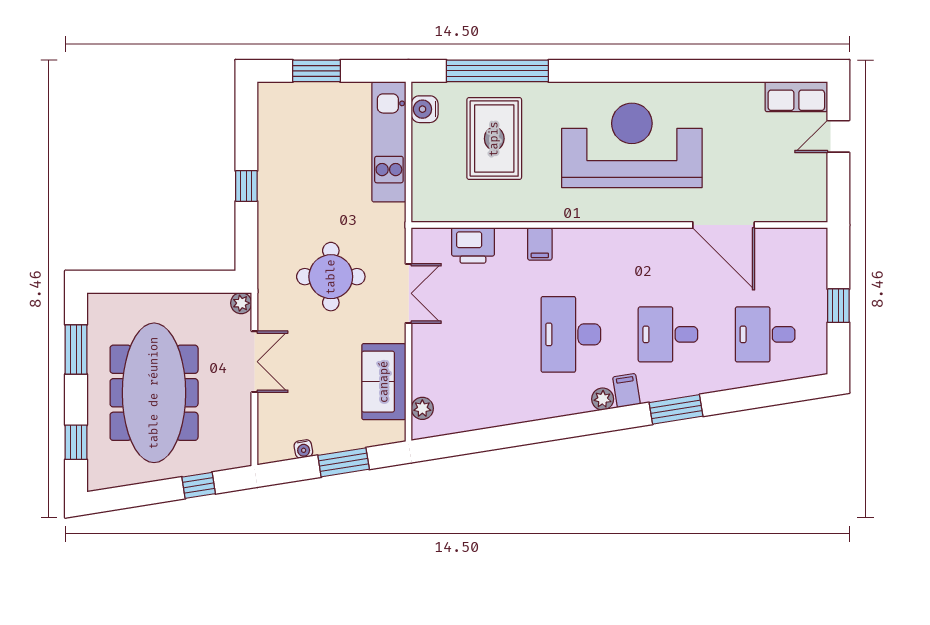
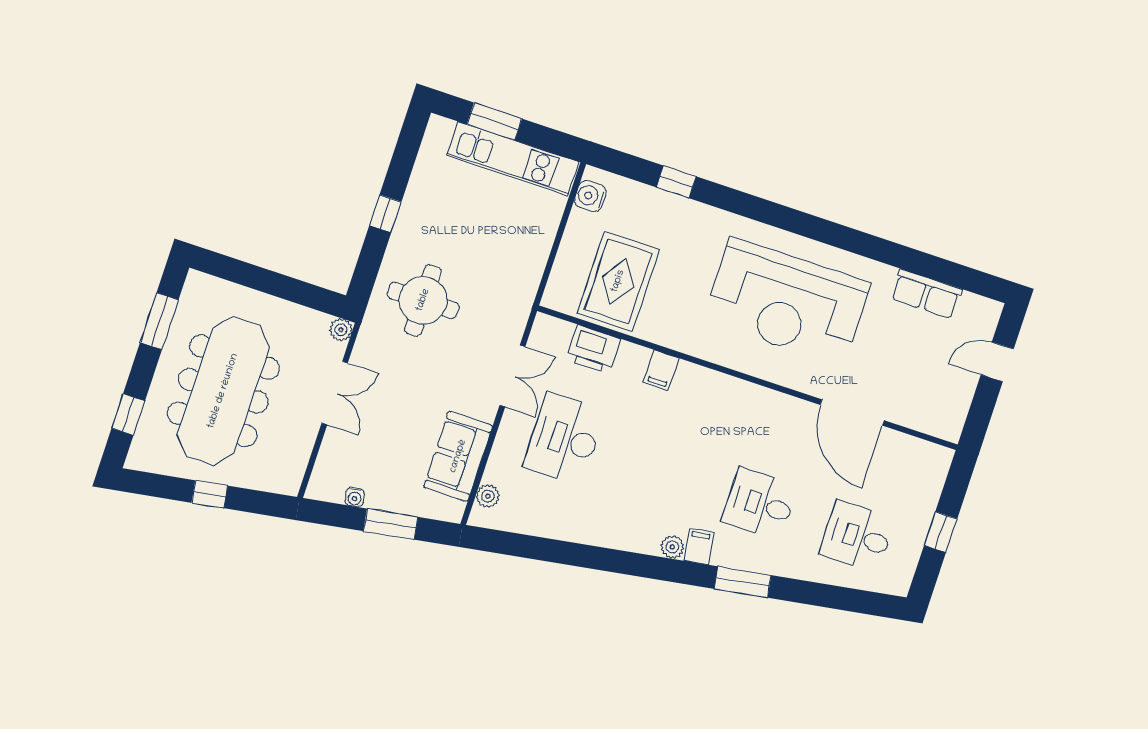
window: (497, 71) -> (676, 182), width x0.32
row of seats: (796, 97) -> (926, 294), moved
rug: (494, 139) -> (618, 281), moved
kitchen unit: (389, 142) -> (513, 159), moved, turned -90
reception desk: (632, 145) -> (787, 302), turned 180
round table: (331, 277) -> (423, 300), moved
desk: (571, 334) -> (564, 439), moved
window: (199, 485) -> (210, 494), moved

